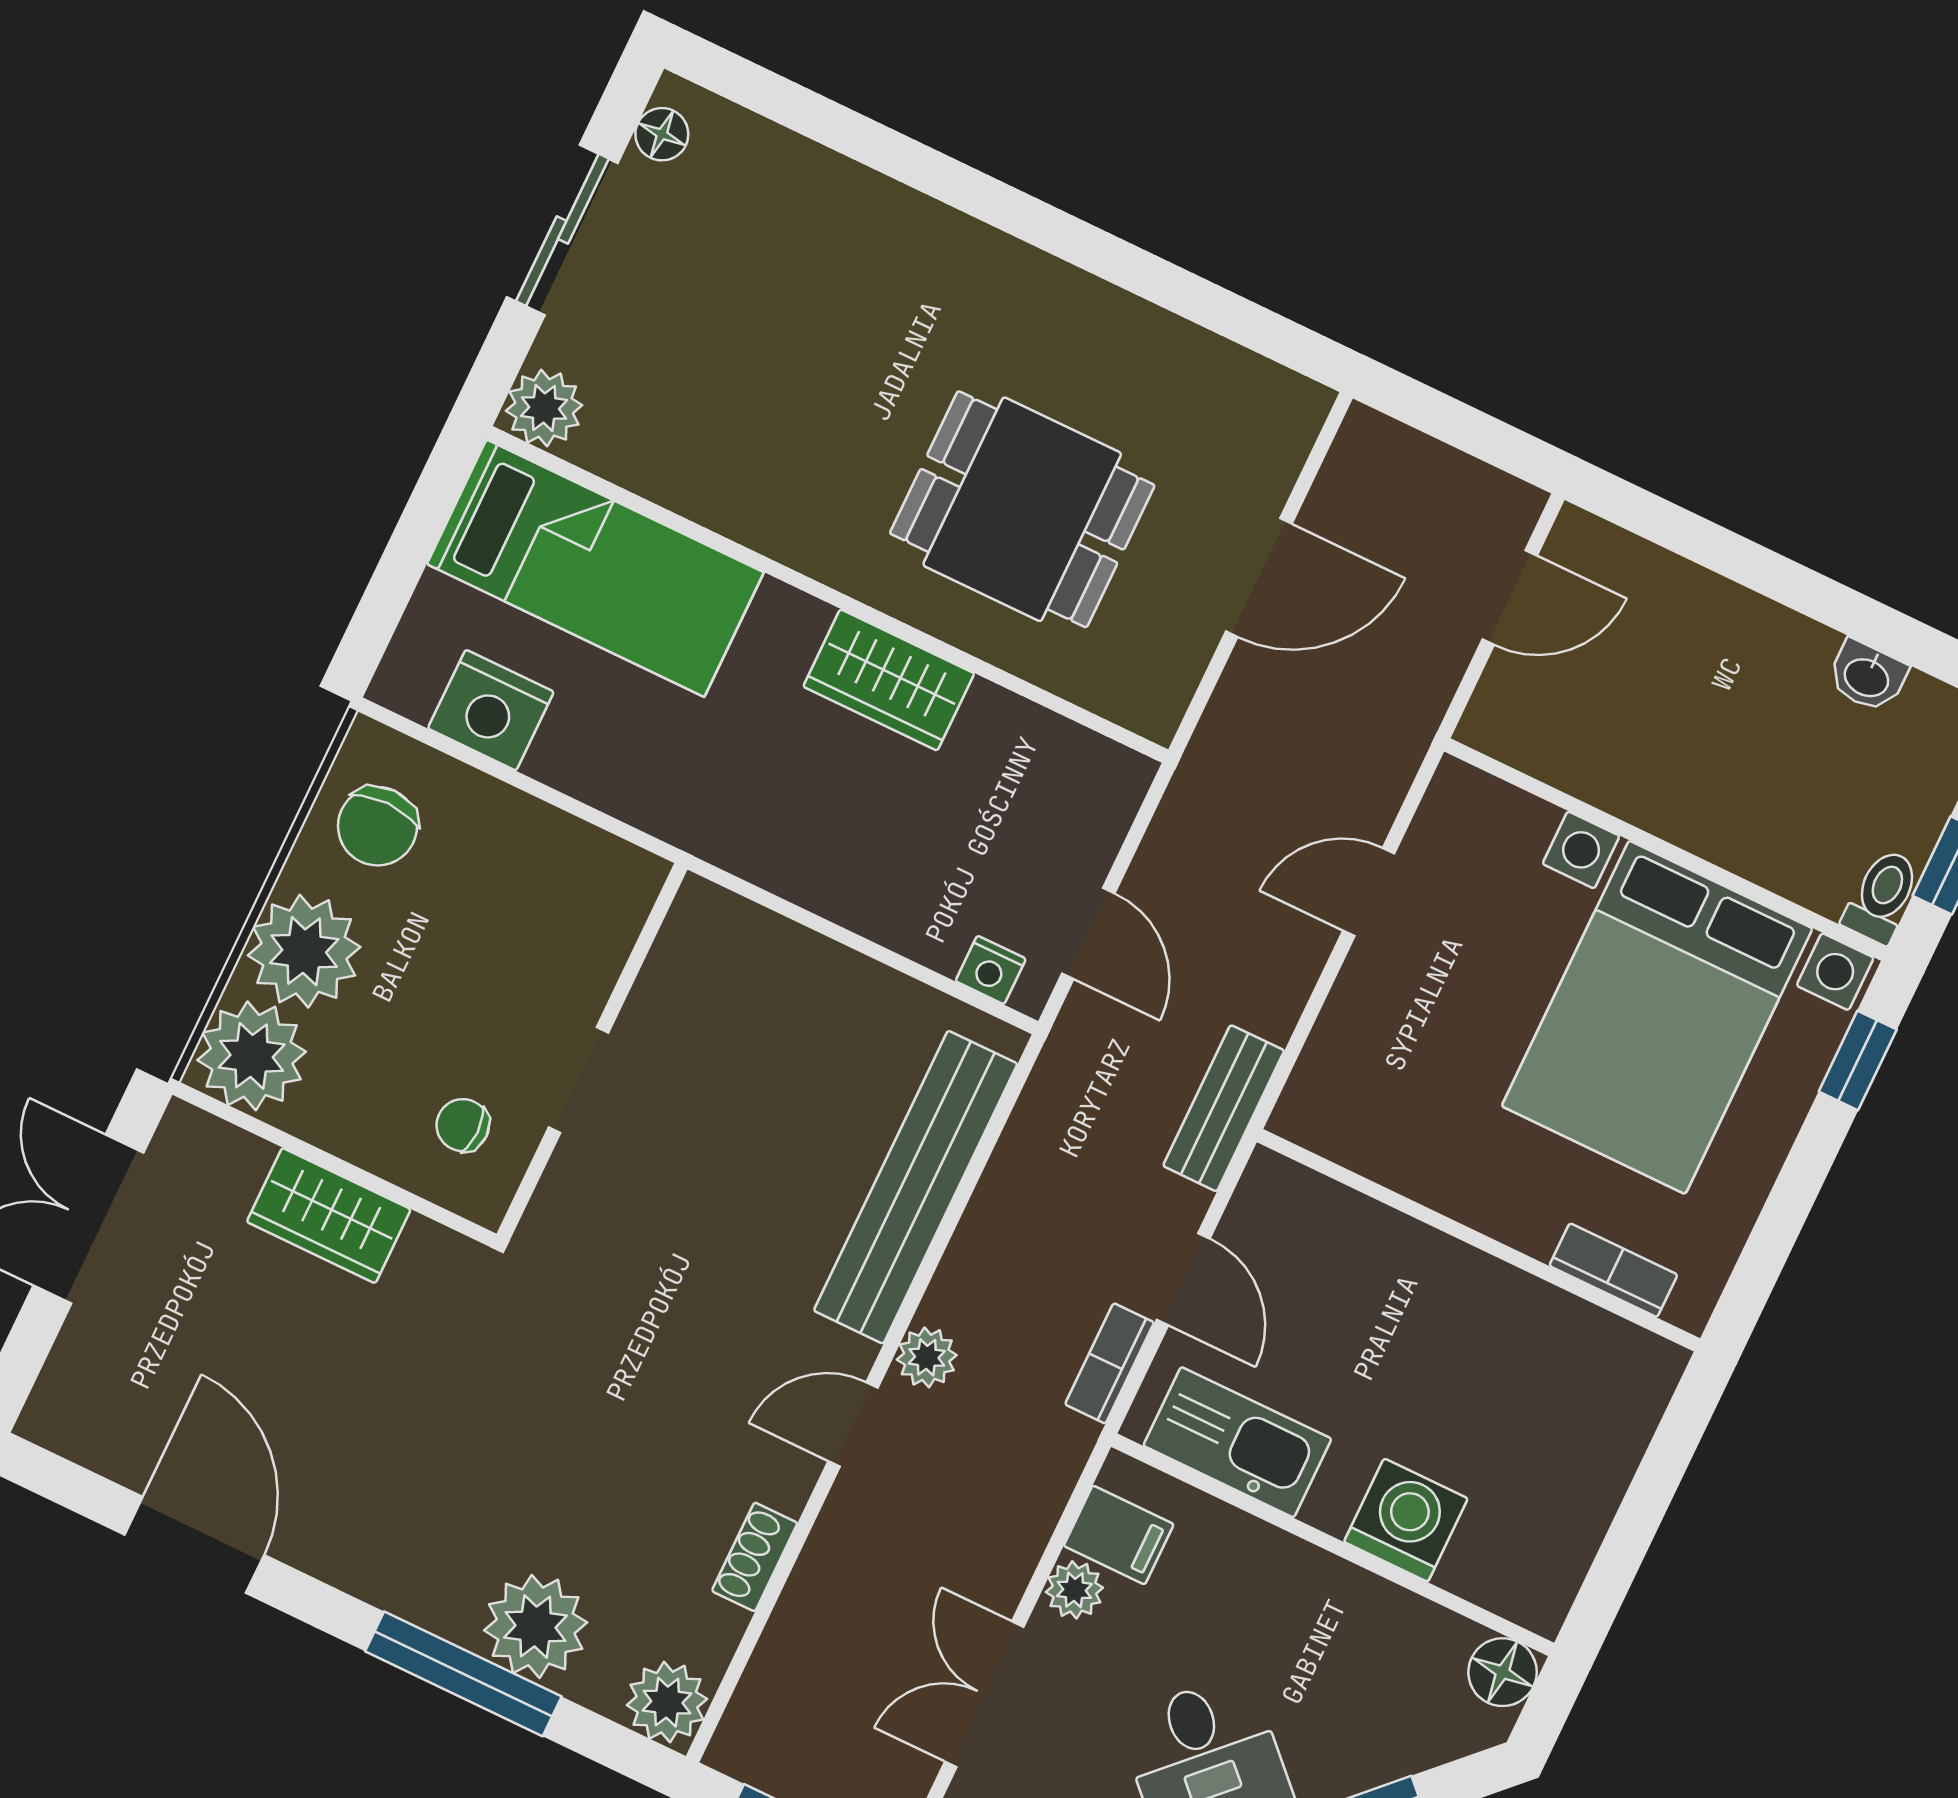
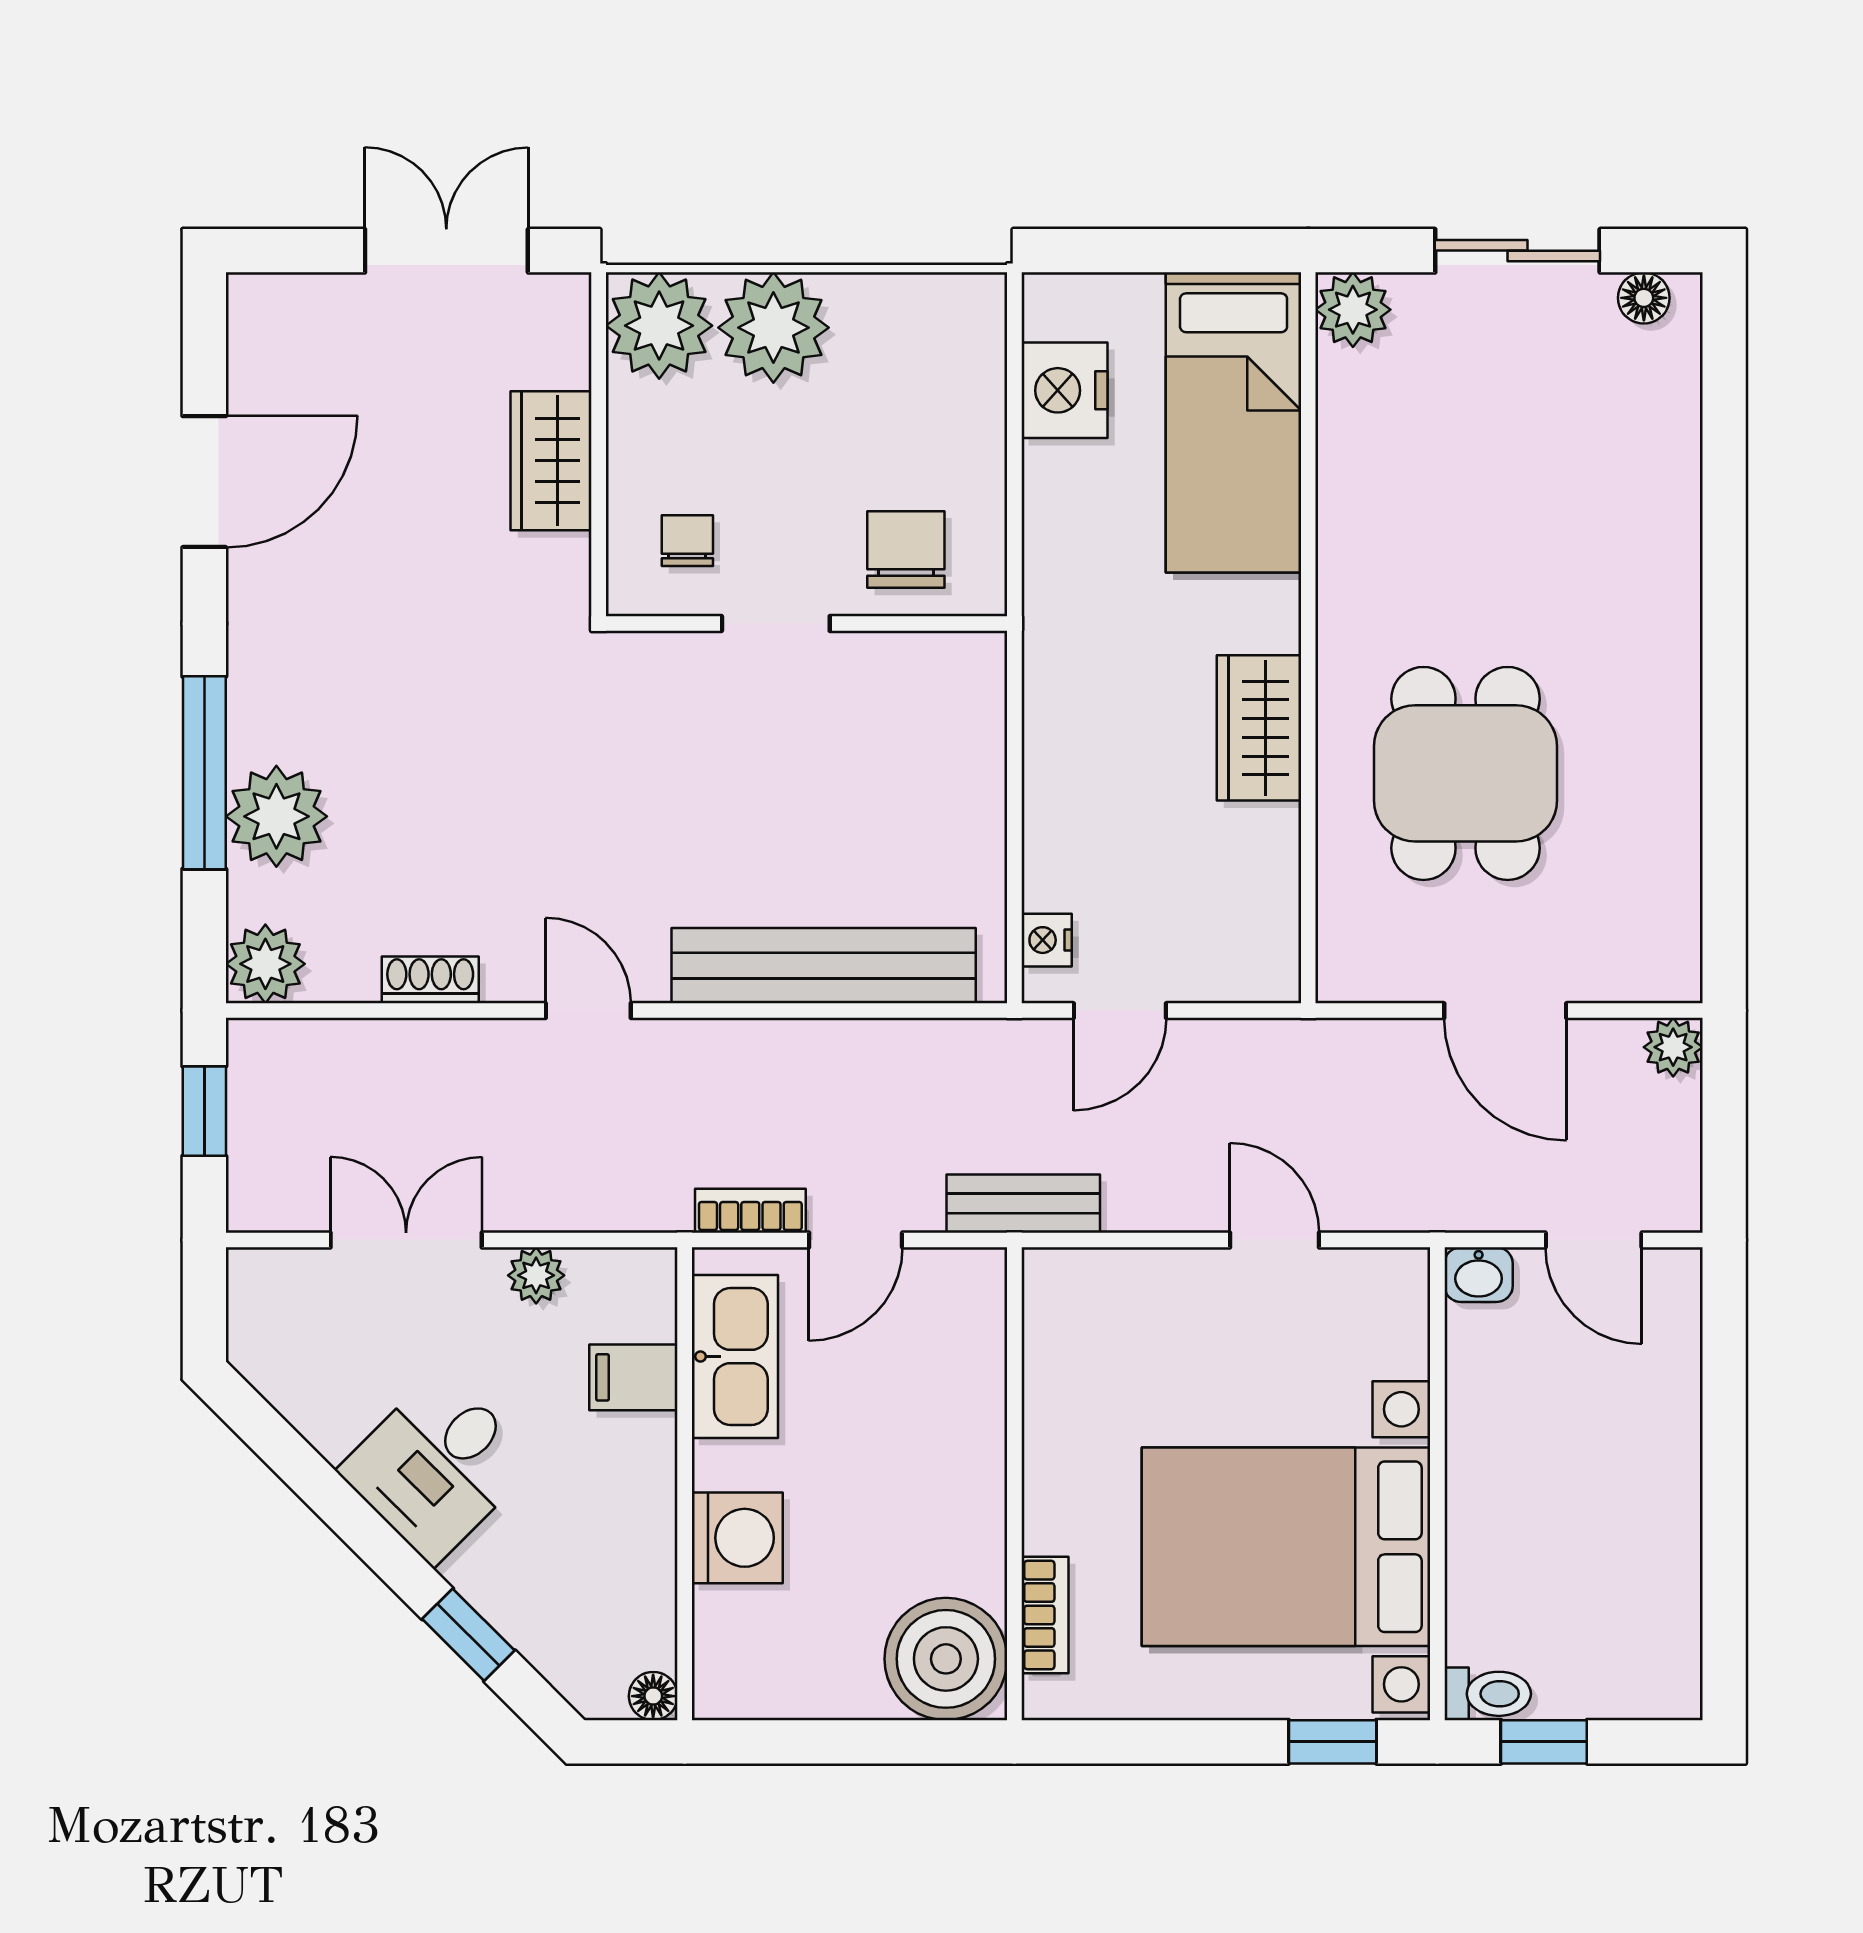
washbasin: (1867, 676) -> (1479, 1275), moved, turned -90
chair: (377, 826) -> (906, 549), moved, turned 90
plant: (927, 1357) -> (1673, 1047), moved
boiler: (1610, 1381) -> (946, 1659), added
filing cabinet: (1119, 1535) -> (633, 1377), moved, turned 90
floor lamp: (1503, 1672) -> (653, 1696), width x0.73, depth x0.73

